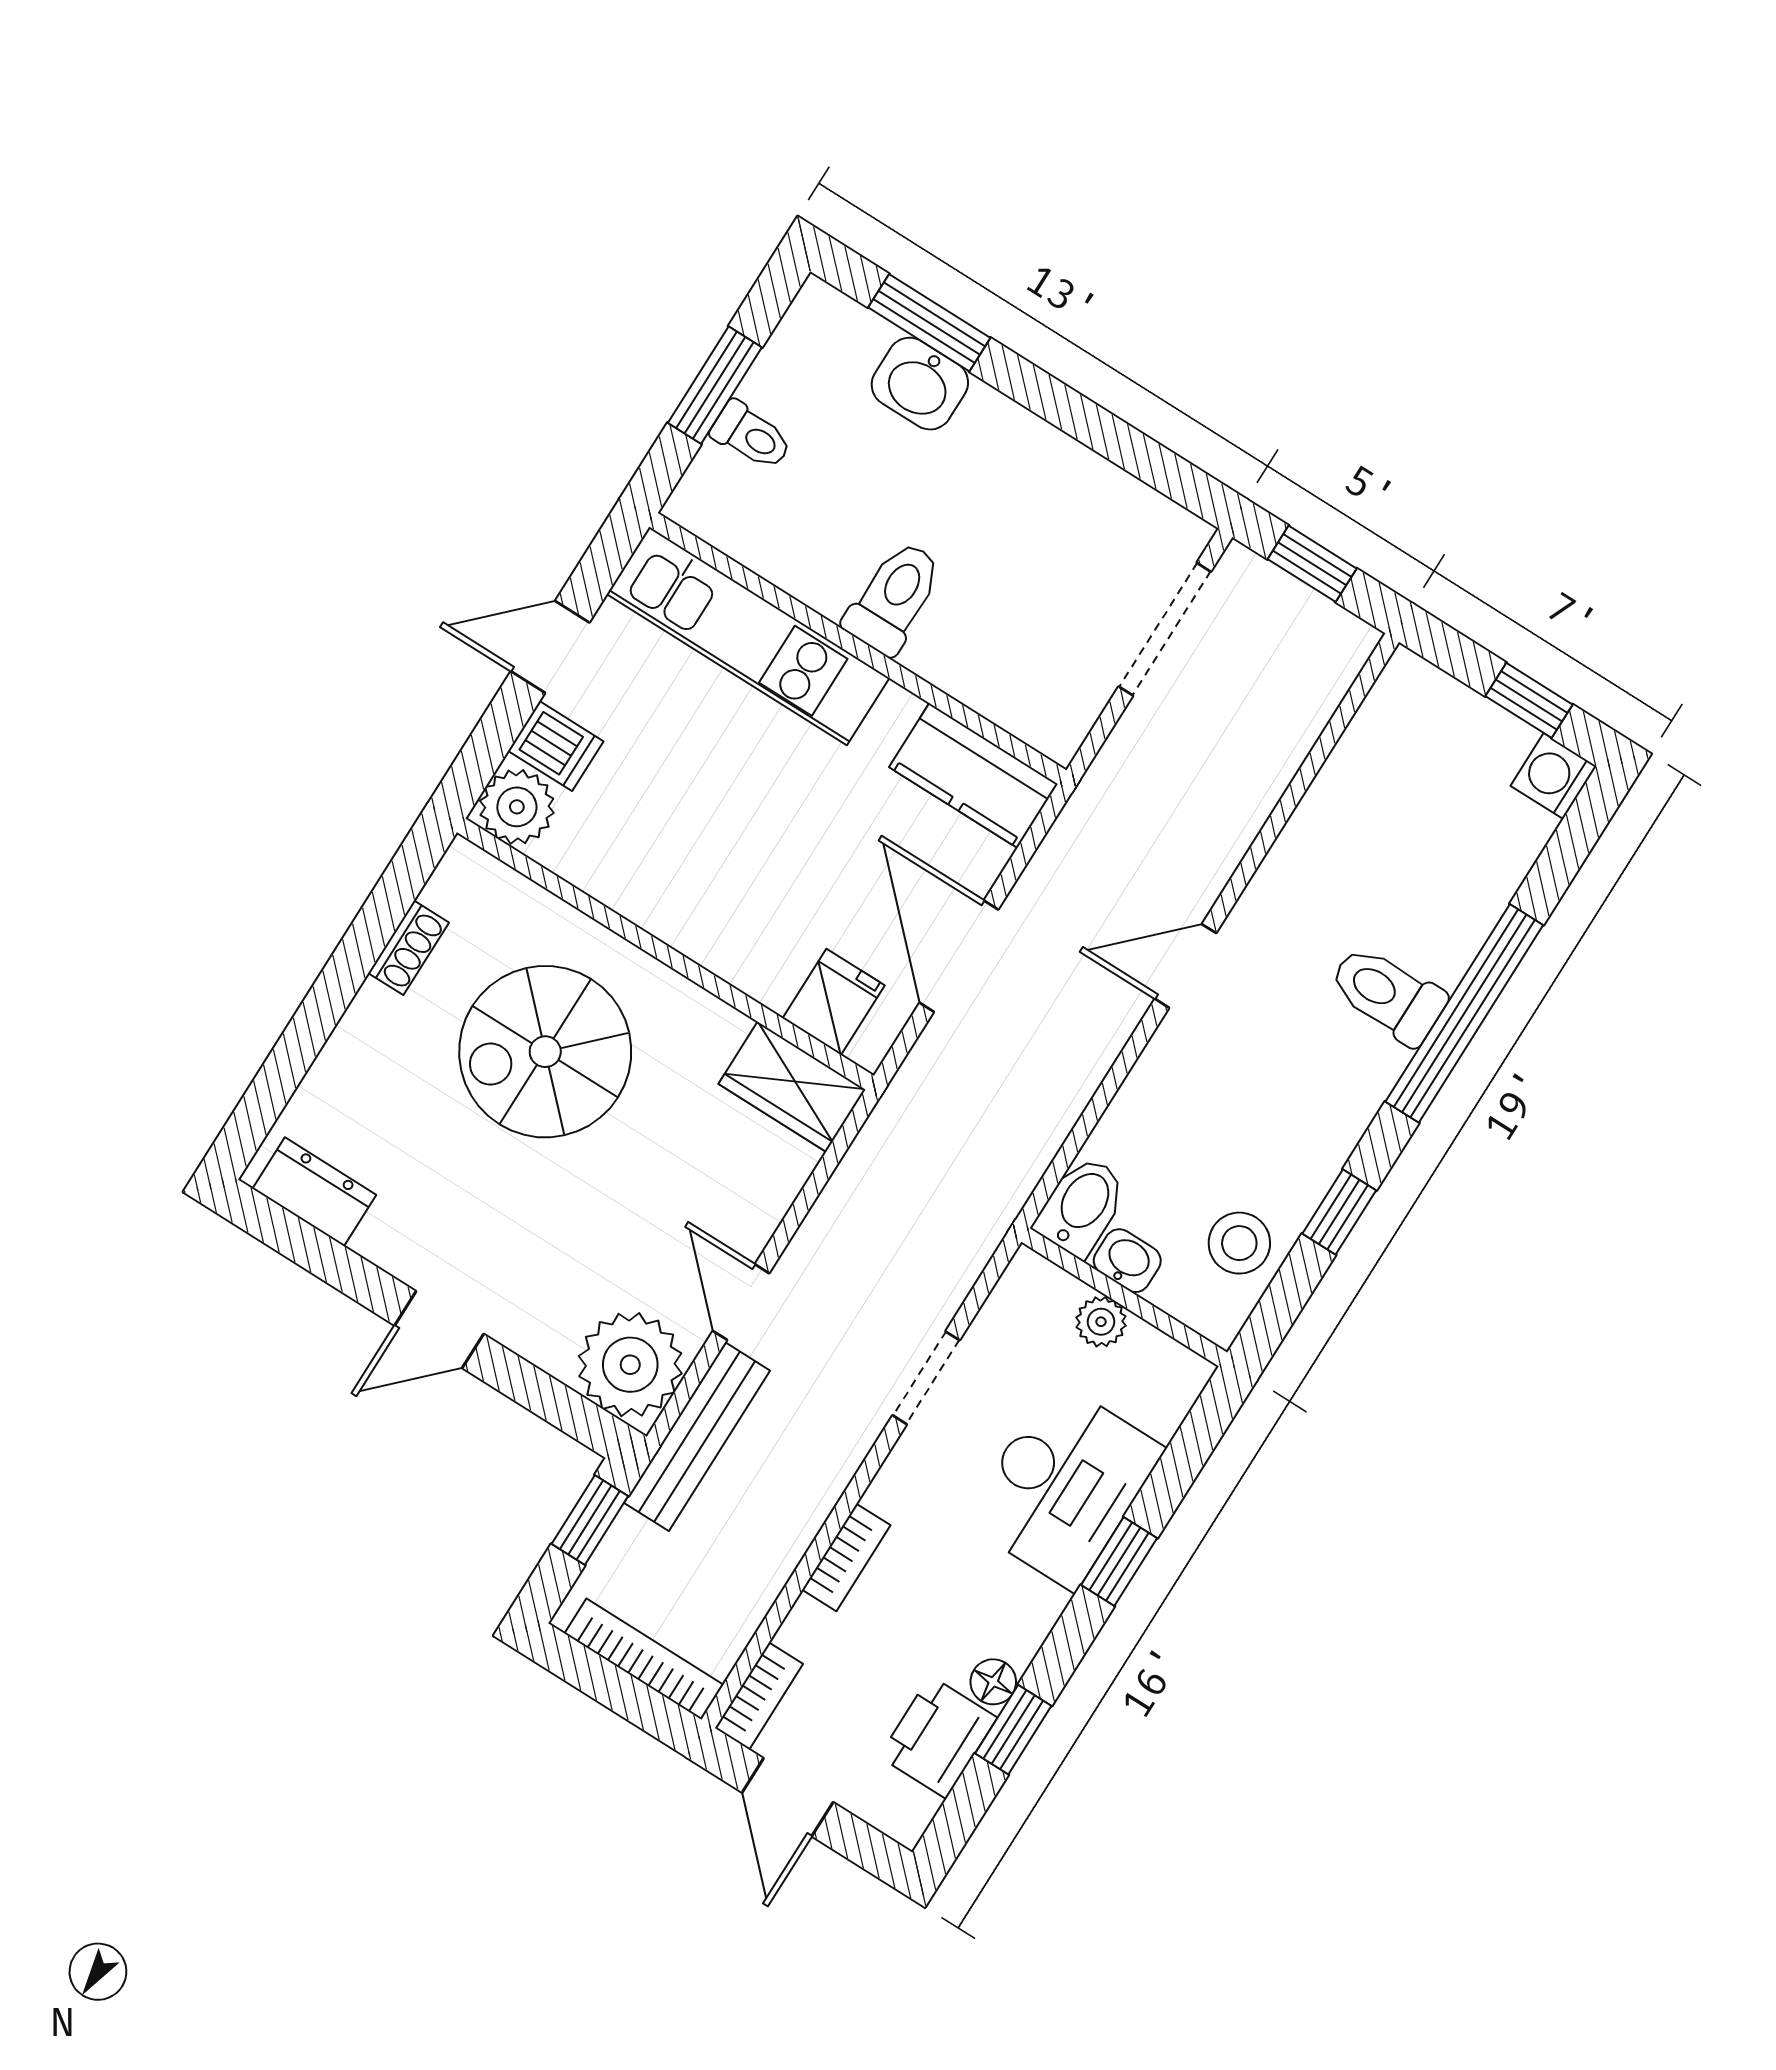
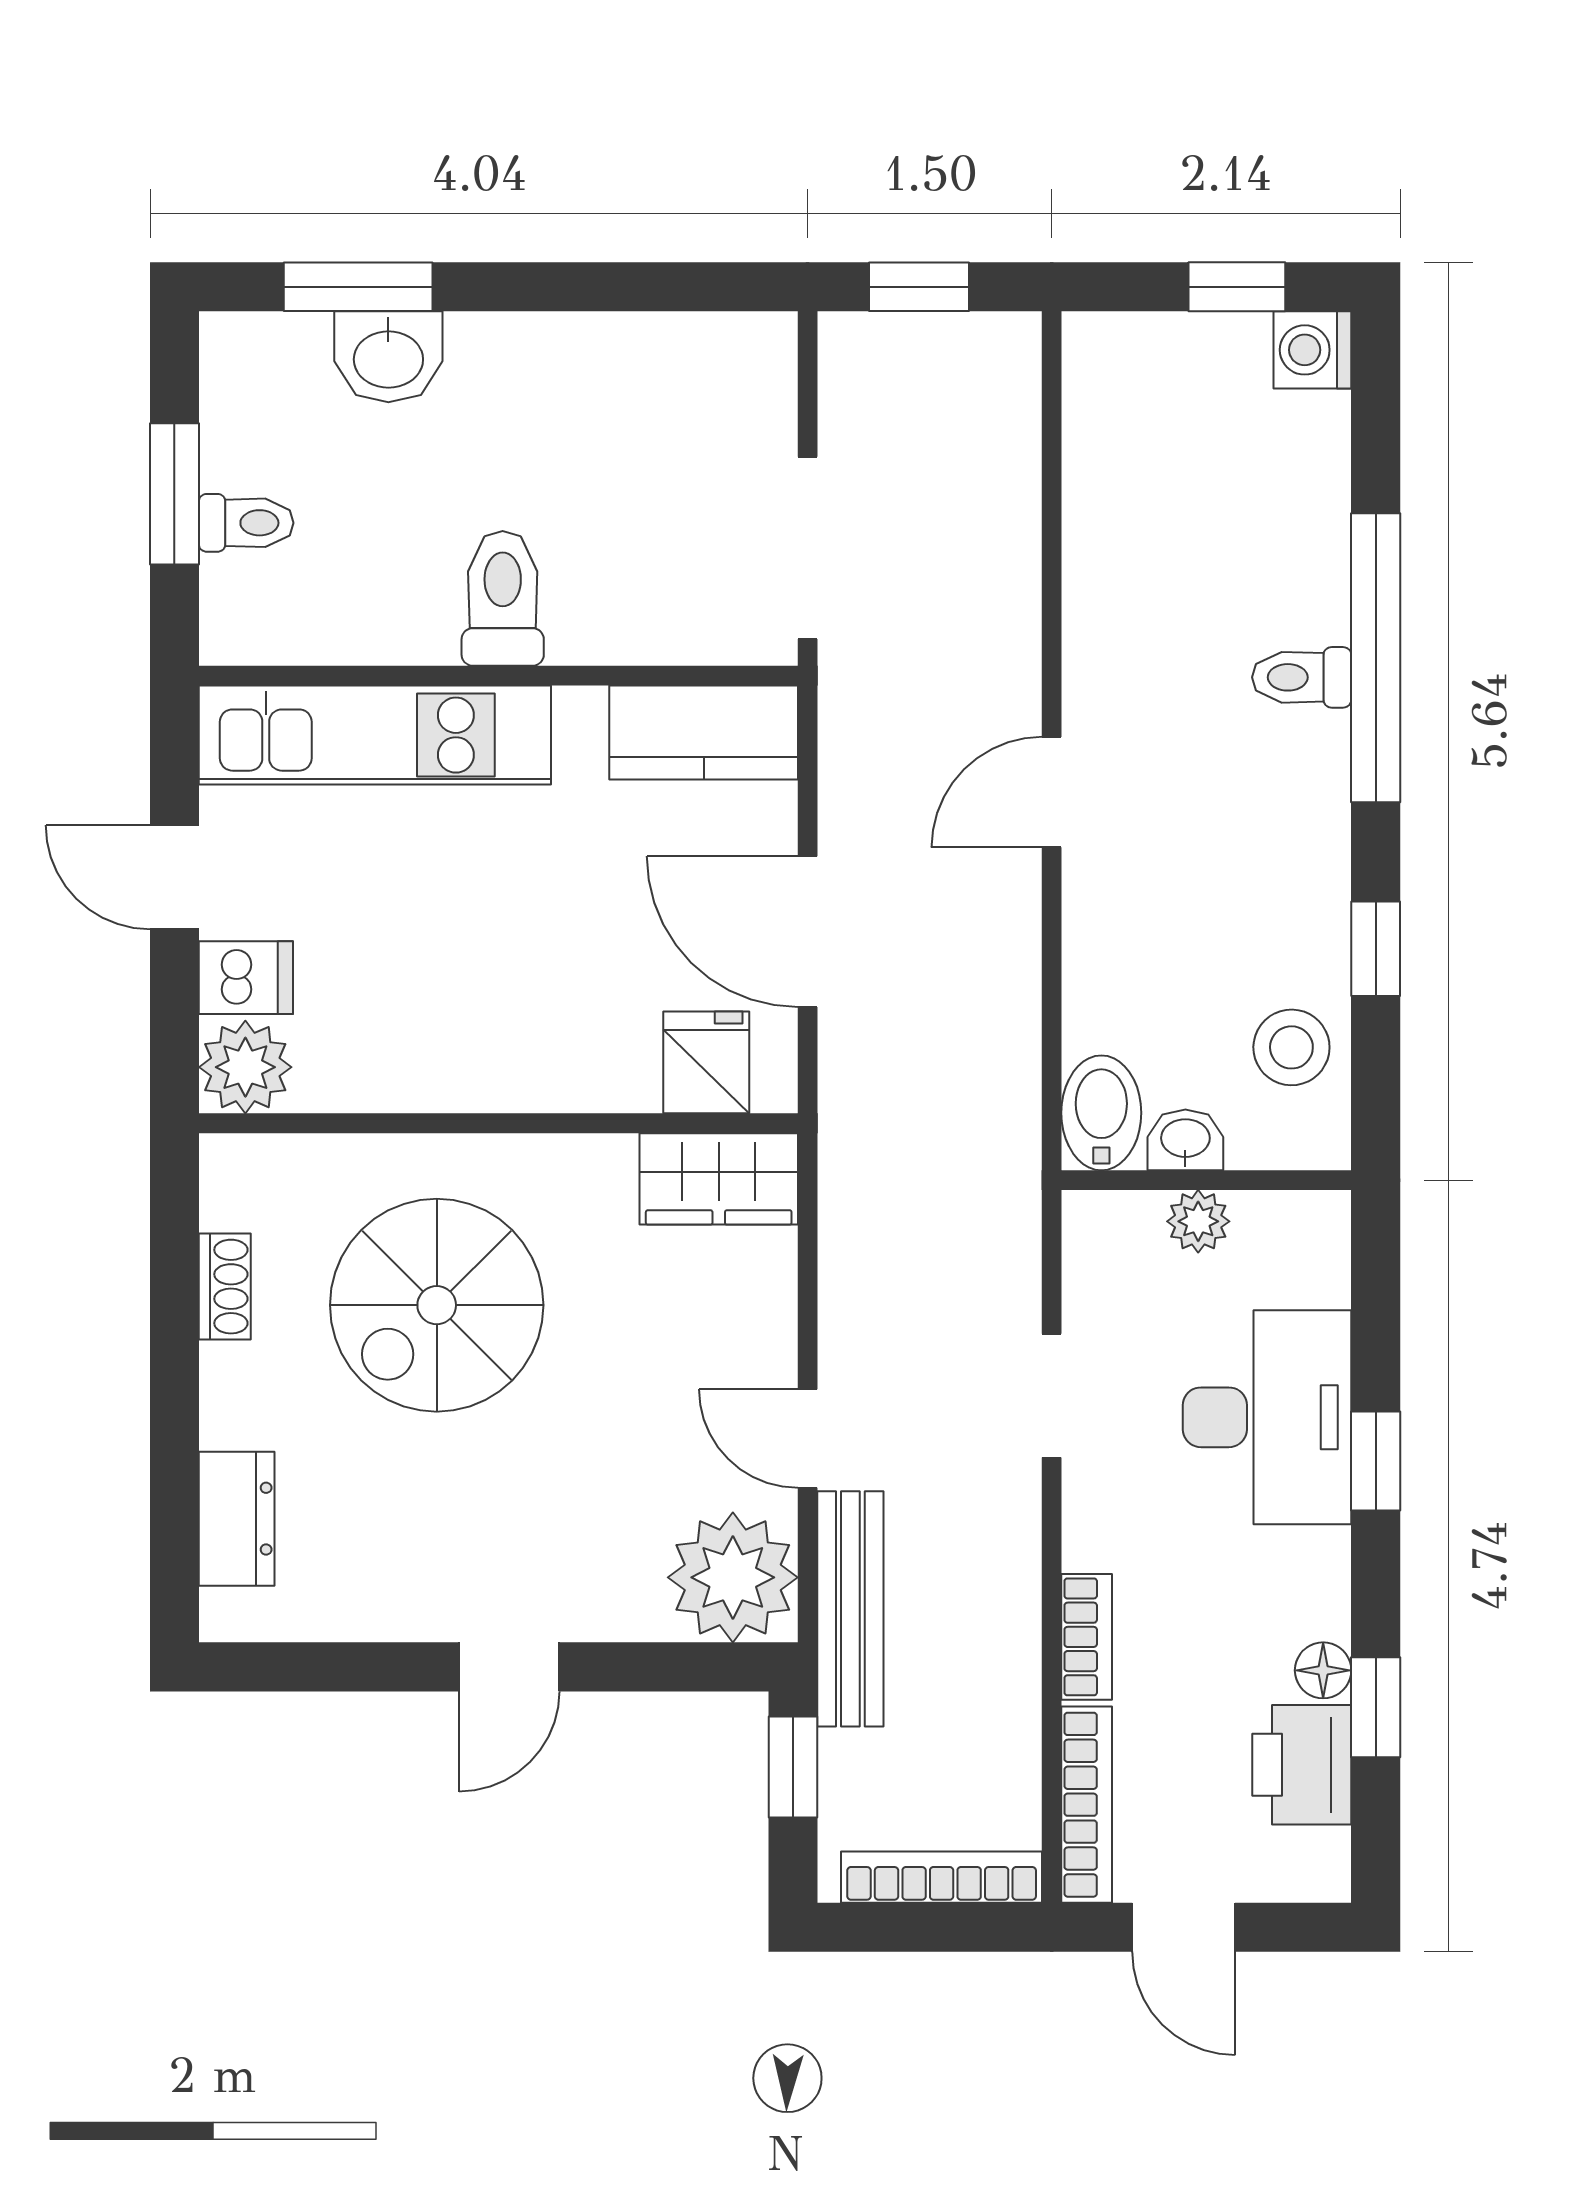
doorway: (1165, 629) -> (808, 548), moved
door: (550, 647) -> (174, 877), hinge flipped
toilet: (1387, 994) -> (1302, 677), width x0.73, depth x0.72
dresser: (314, 1192) -> (237, 1519), moved, turned 90
bookcase: (759, 1696) -> (1087, 1805), width x1.56

